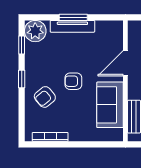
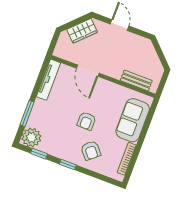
window: (73, 17) -> (27, 113), moved
tv unit: (72, 26) -> (48, 80), moved
sofa: (110, 105) -> (133, 120), moved, turned 90

